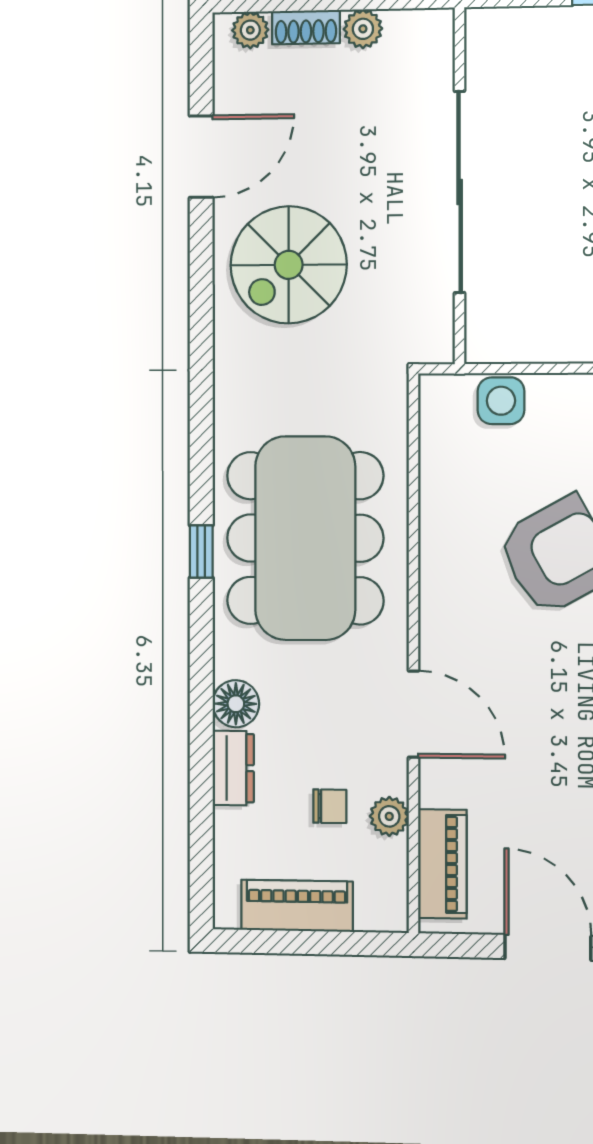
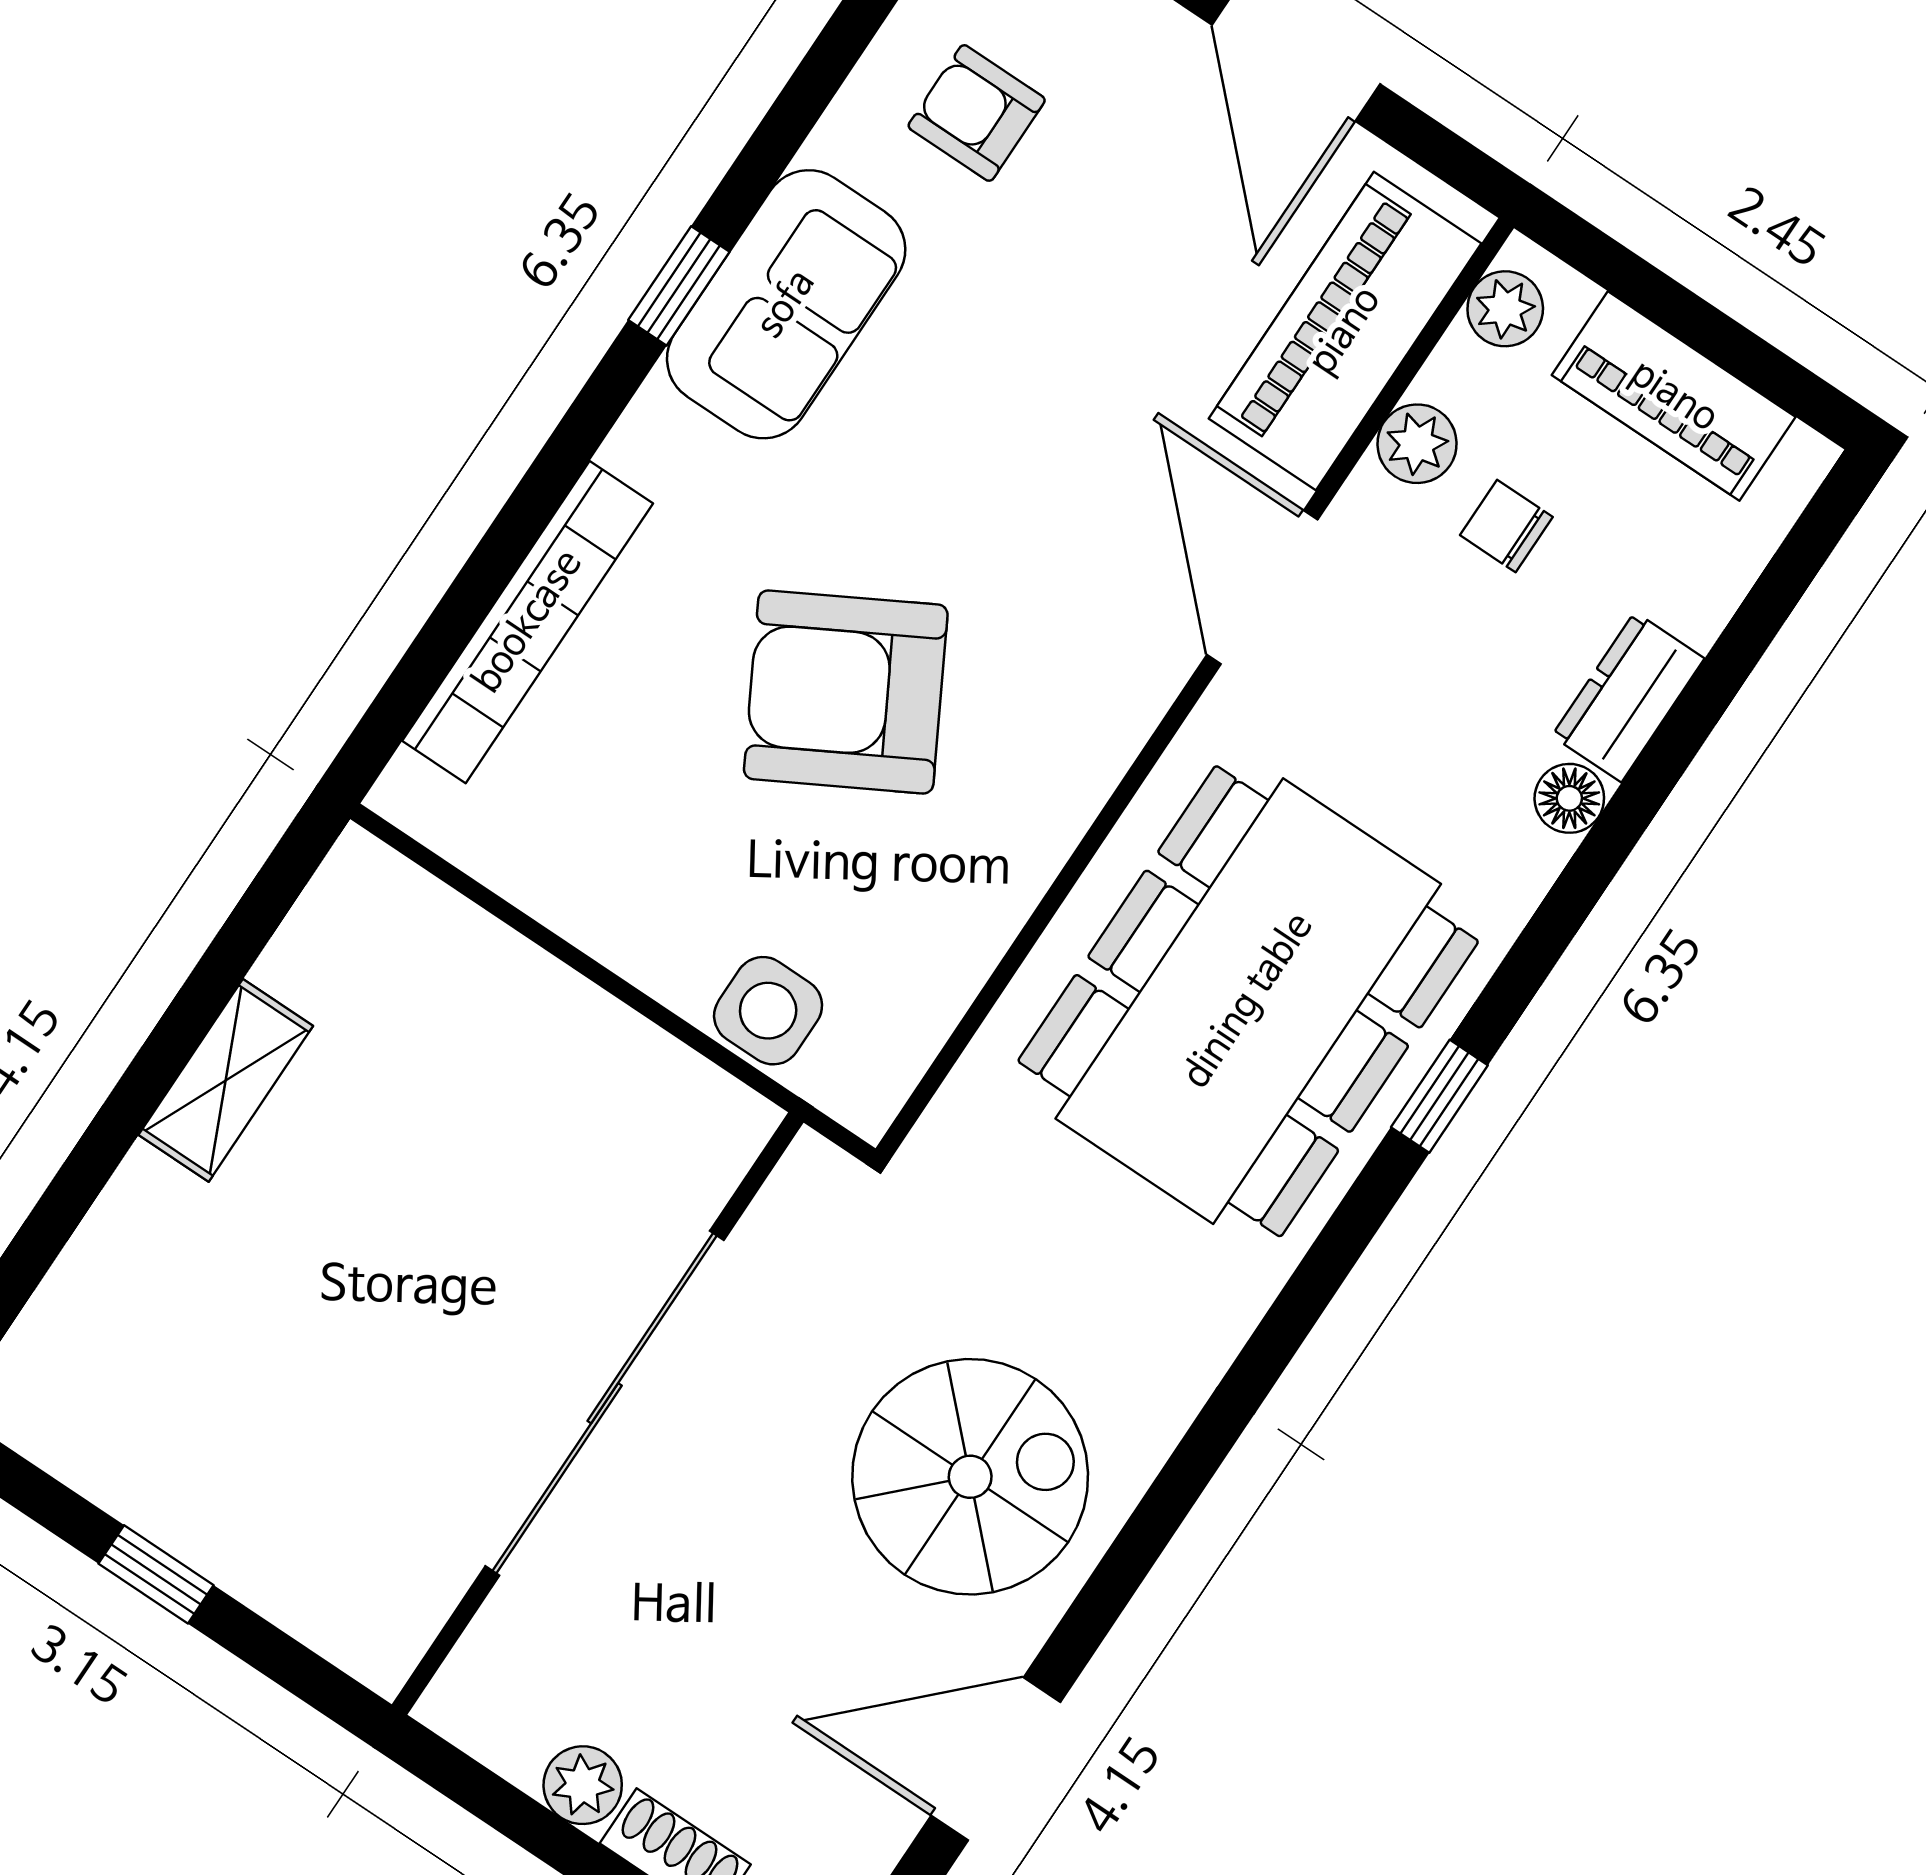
floor lamp: (236, 704) -> (1569, 798), width x0.73, depth x0.73
piano: (442, 864) -> (1345, 331), width x1.37, depth x1.33
plant: (390, 897) -> (1505, 309), added

